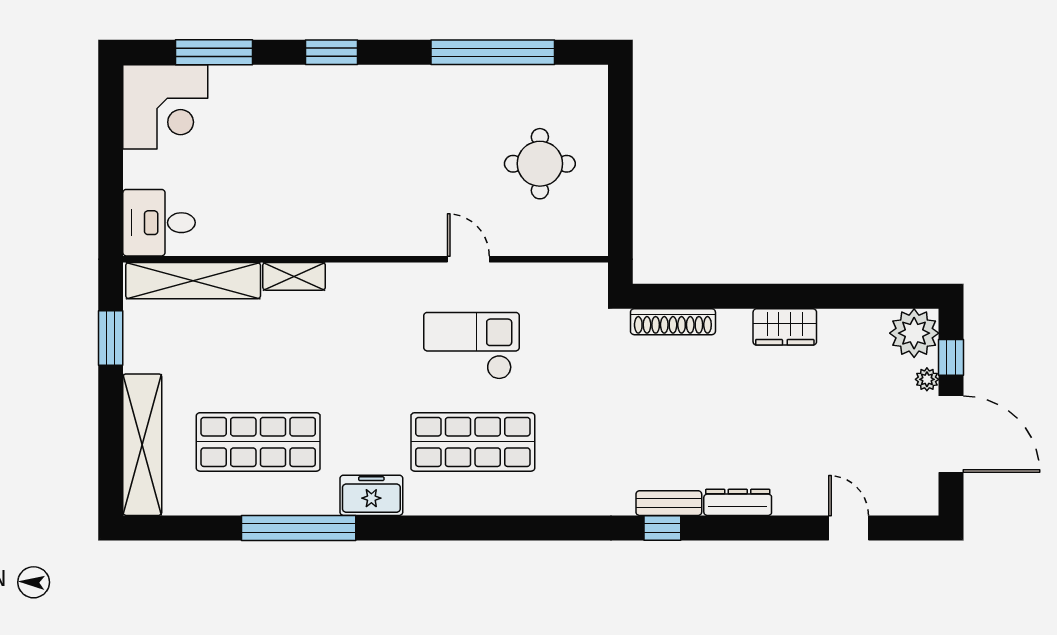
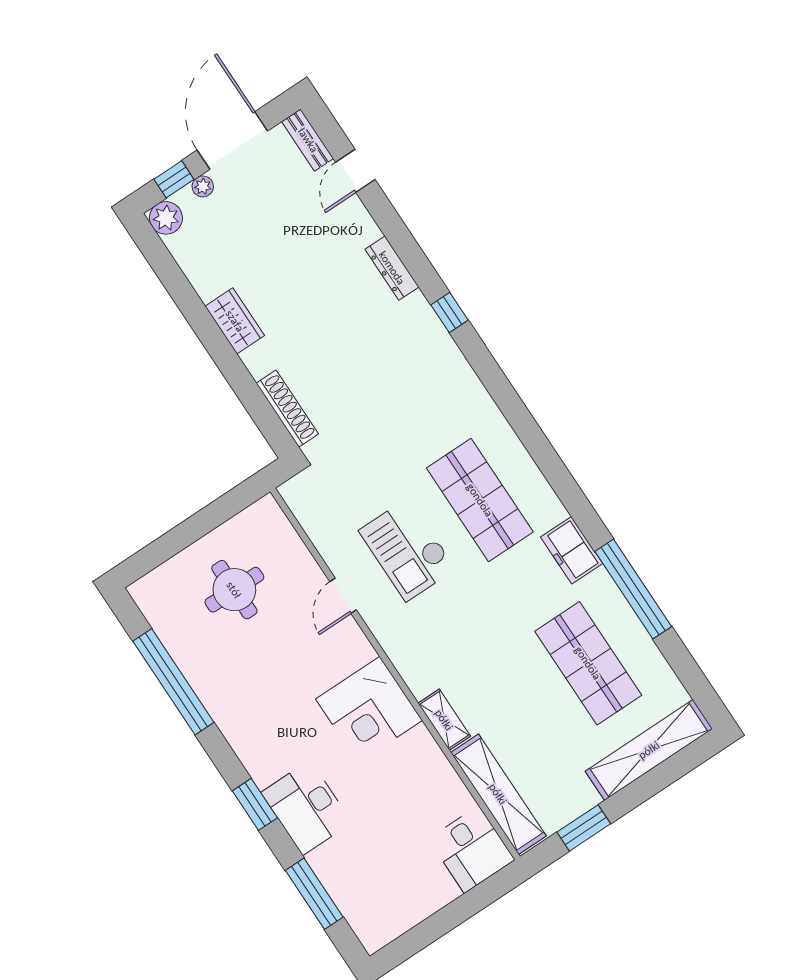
desk: (297, 97) -> (306, 808), added
corner desk: (165, 107) -> (369, 710), moved, turned 180
plant: (914, 333) -> (166, 218), width x0.73, depth x0.73
bench: (669, 503) -> (308, 140), moved

